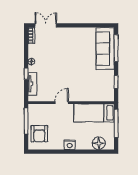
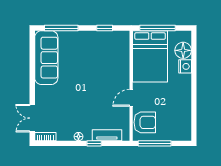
sofa: (105, 49) -> (46, 58), moved, turned -90
door: (62, 103) -> (131, 98), hinge flipped
bed: (94, 113) -> (150, 56), width x1.50
armchair: (39, 134) -> (145, 122), moved
nightstand: (70, 145) -> (185, 66), moved

